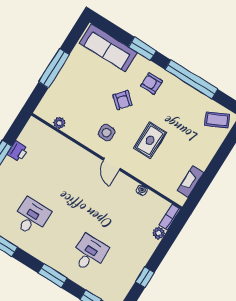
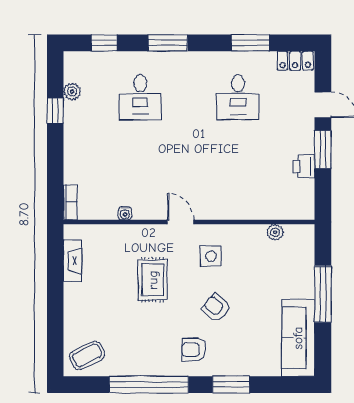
sofa: (108, 48) -> (298, 338), moved, turned -90
armchair: (152, 83) -> (194, 350), turned 180
plant: (159, 233) -> (72, 92), moved

